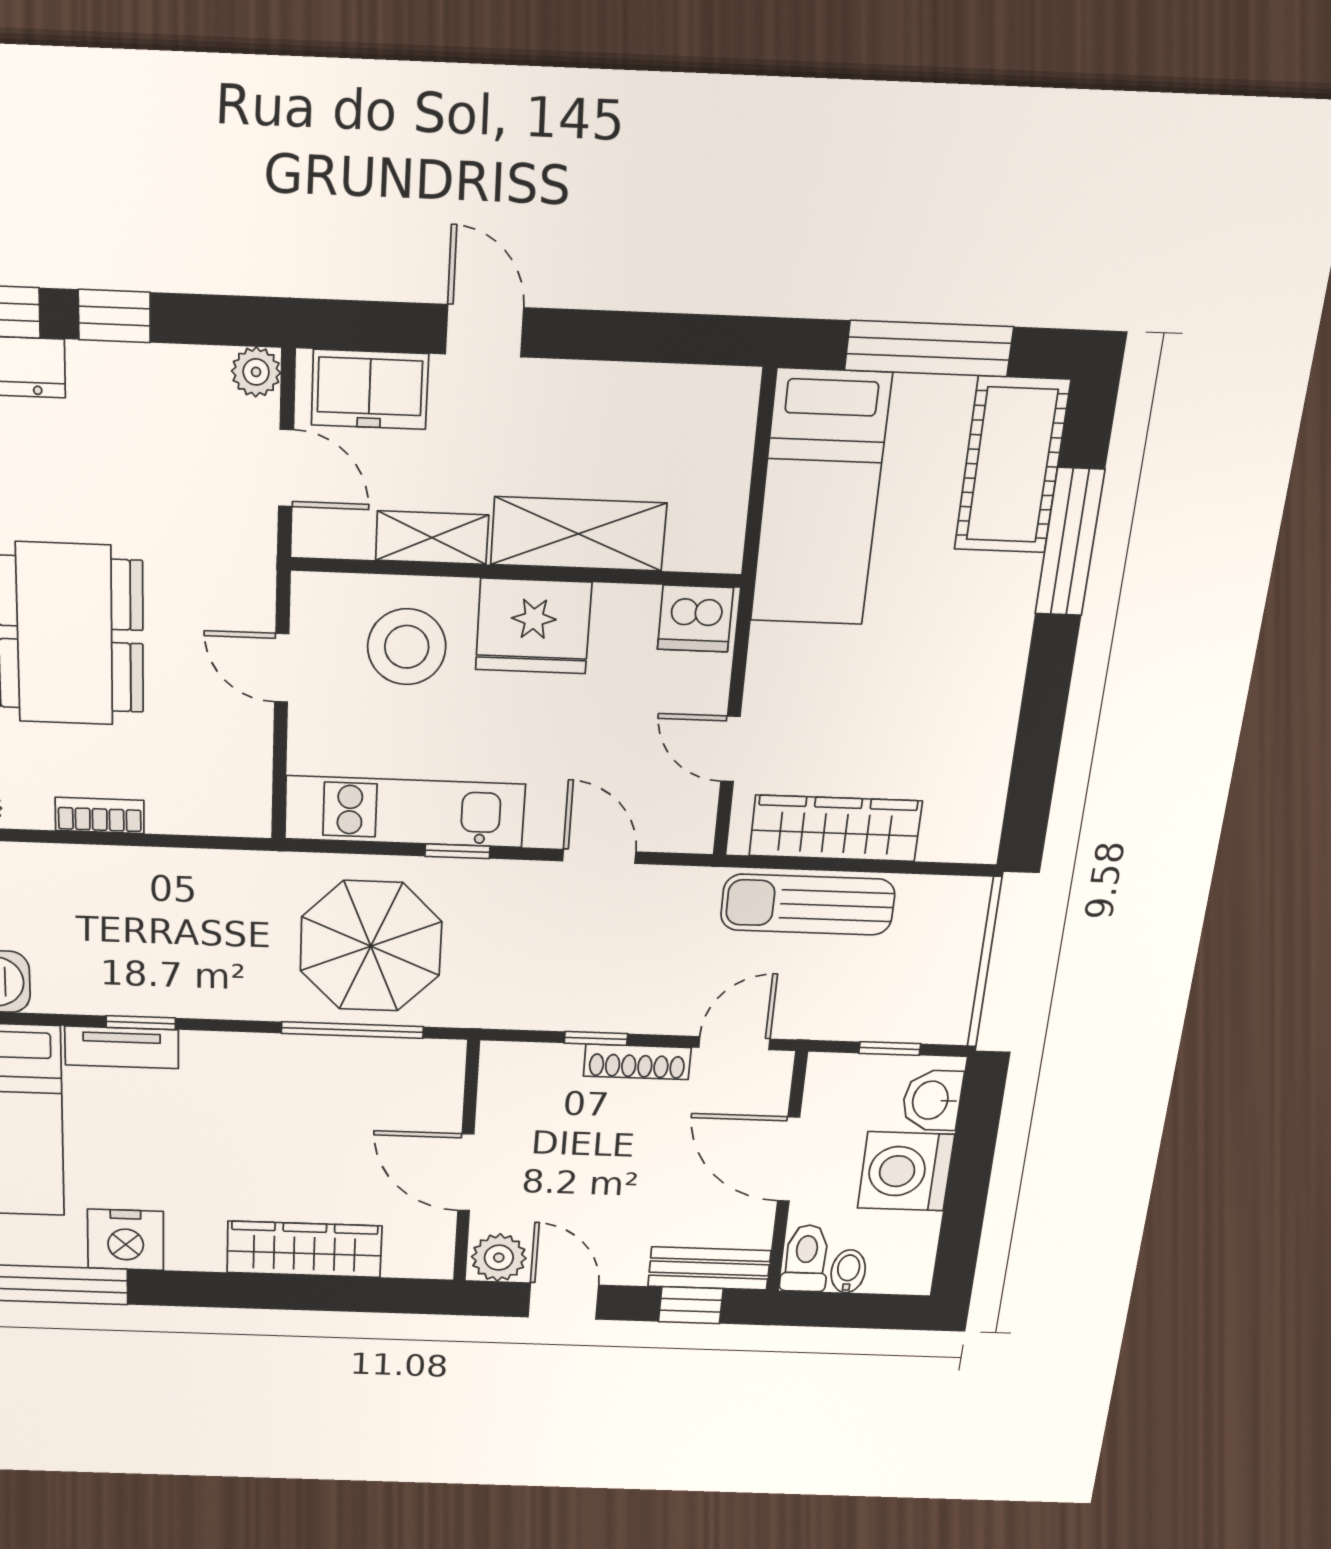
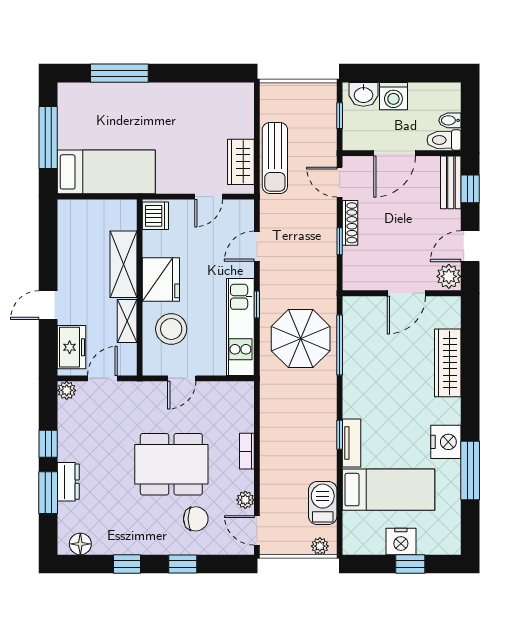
cot: (1012, 465) -> (91, 100), removed
wardrobe: (835, 828) -> (241, 162), width x0.67
washing machine: (906, 1171) -> (393, 96), width x0.73, depth x0.73

